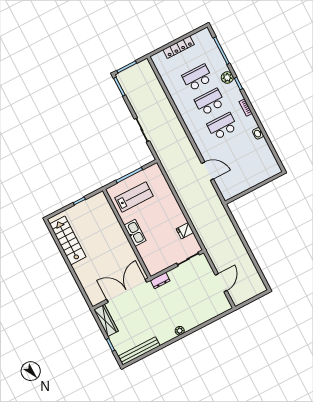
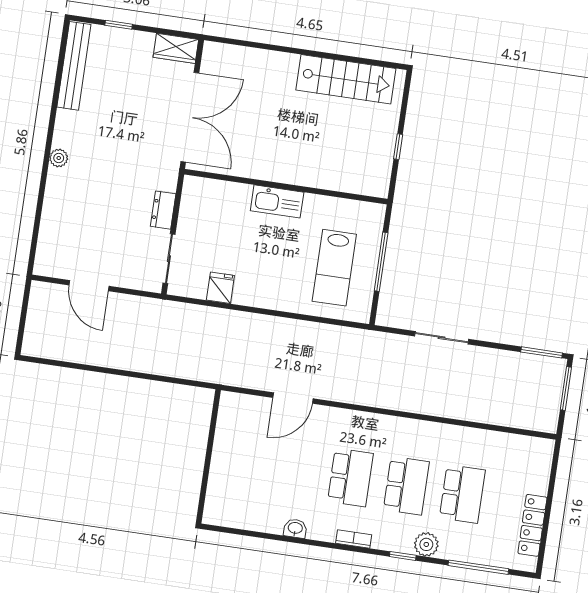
locker: (179, 47) -> (532, 525), moved
lab bench: (134, 197) -> (334, 268), moved
dresser: (160, 281) -> (163, 210), moved
wardrobe: (106, 320) -> (176, 48), width x0.67

